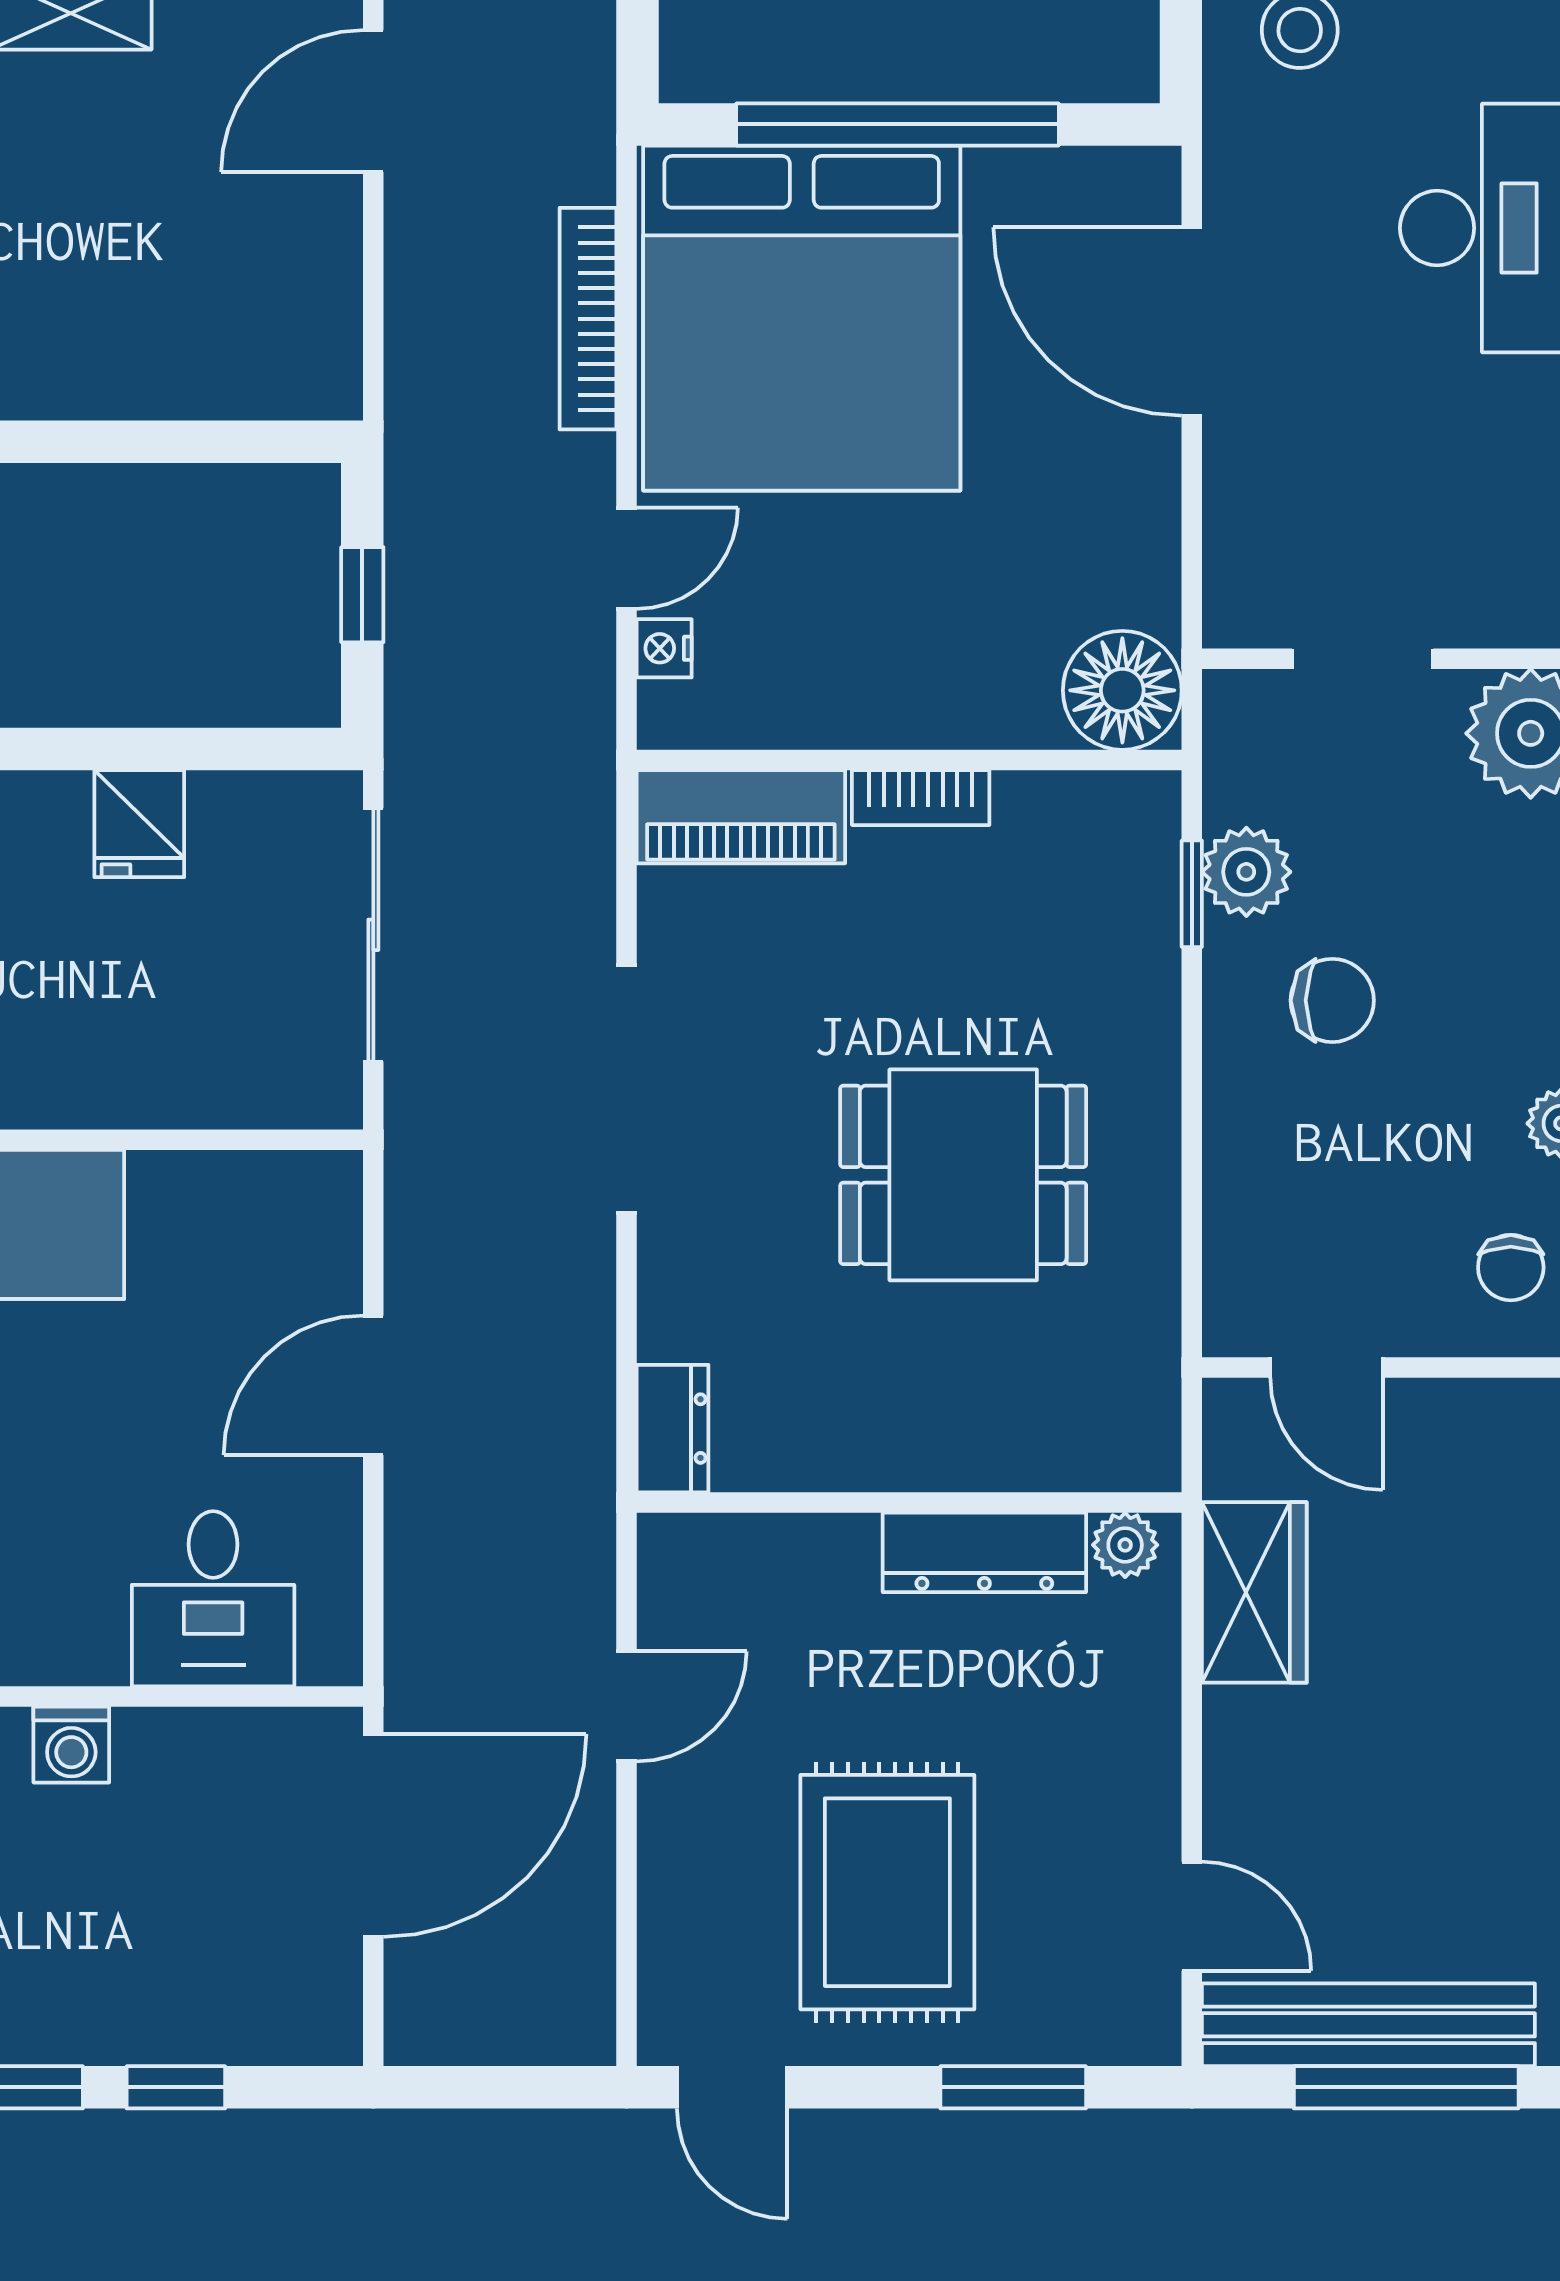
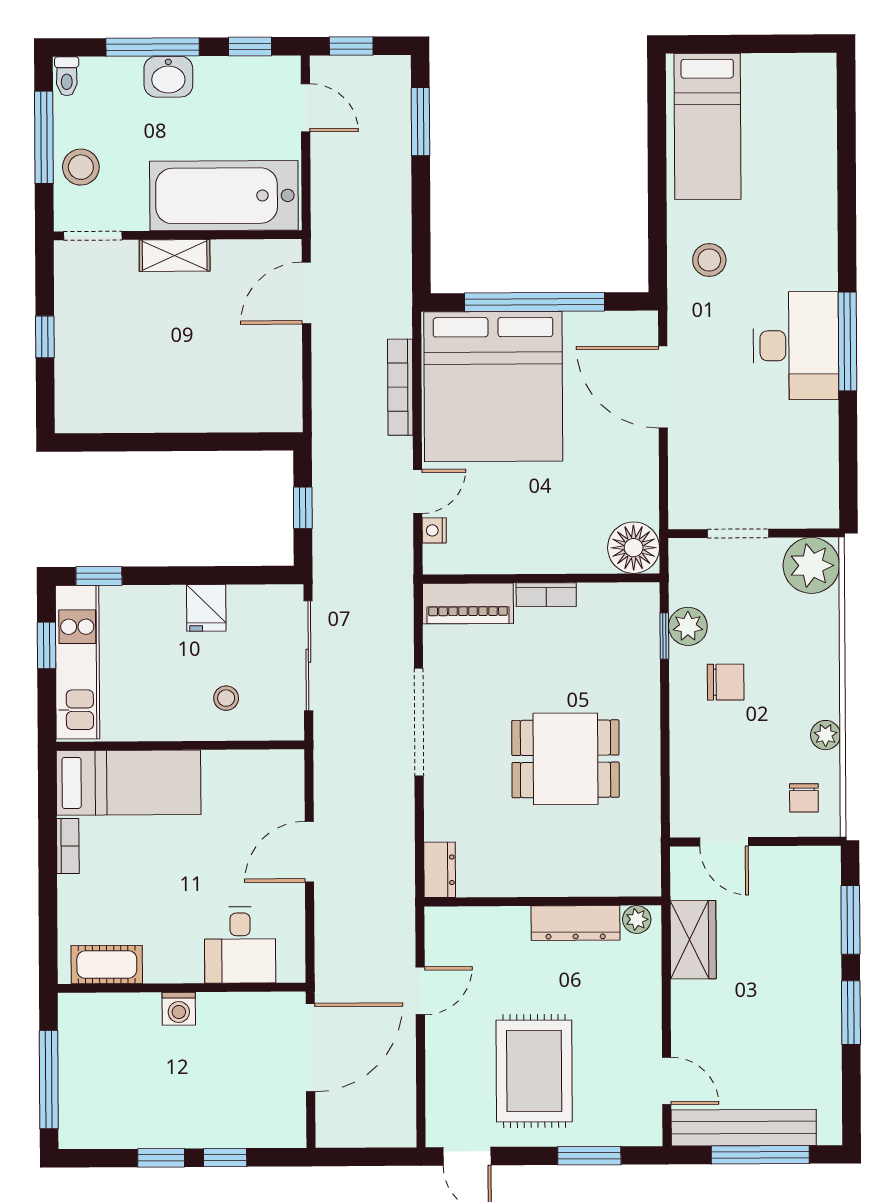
stool: (184, 1031) -> (226, 698), added

